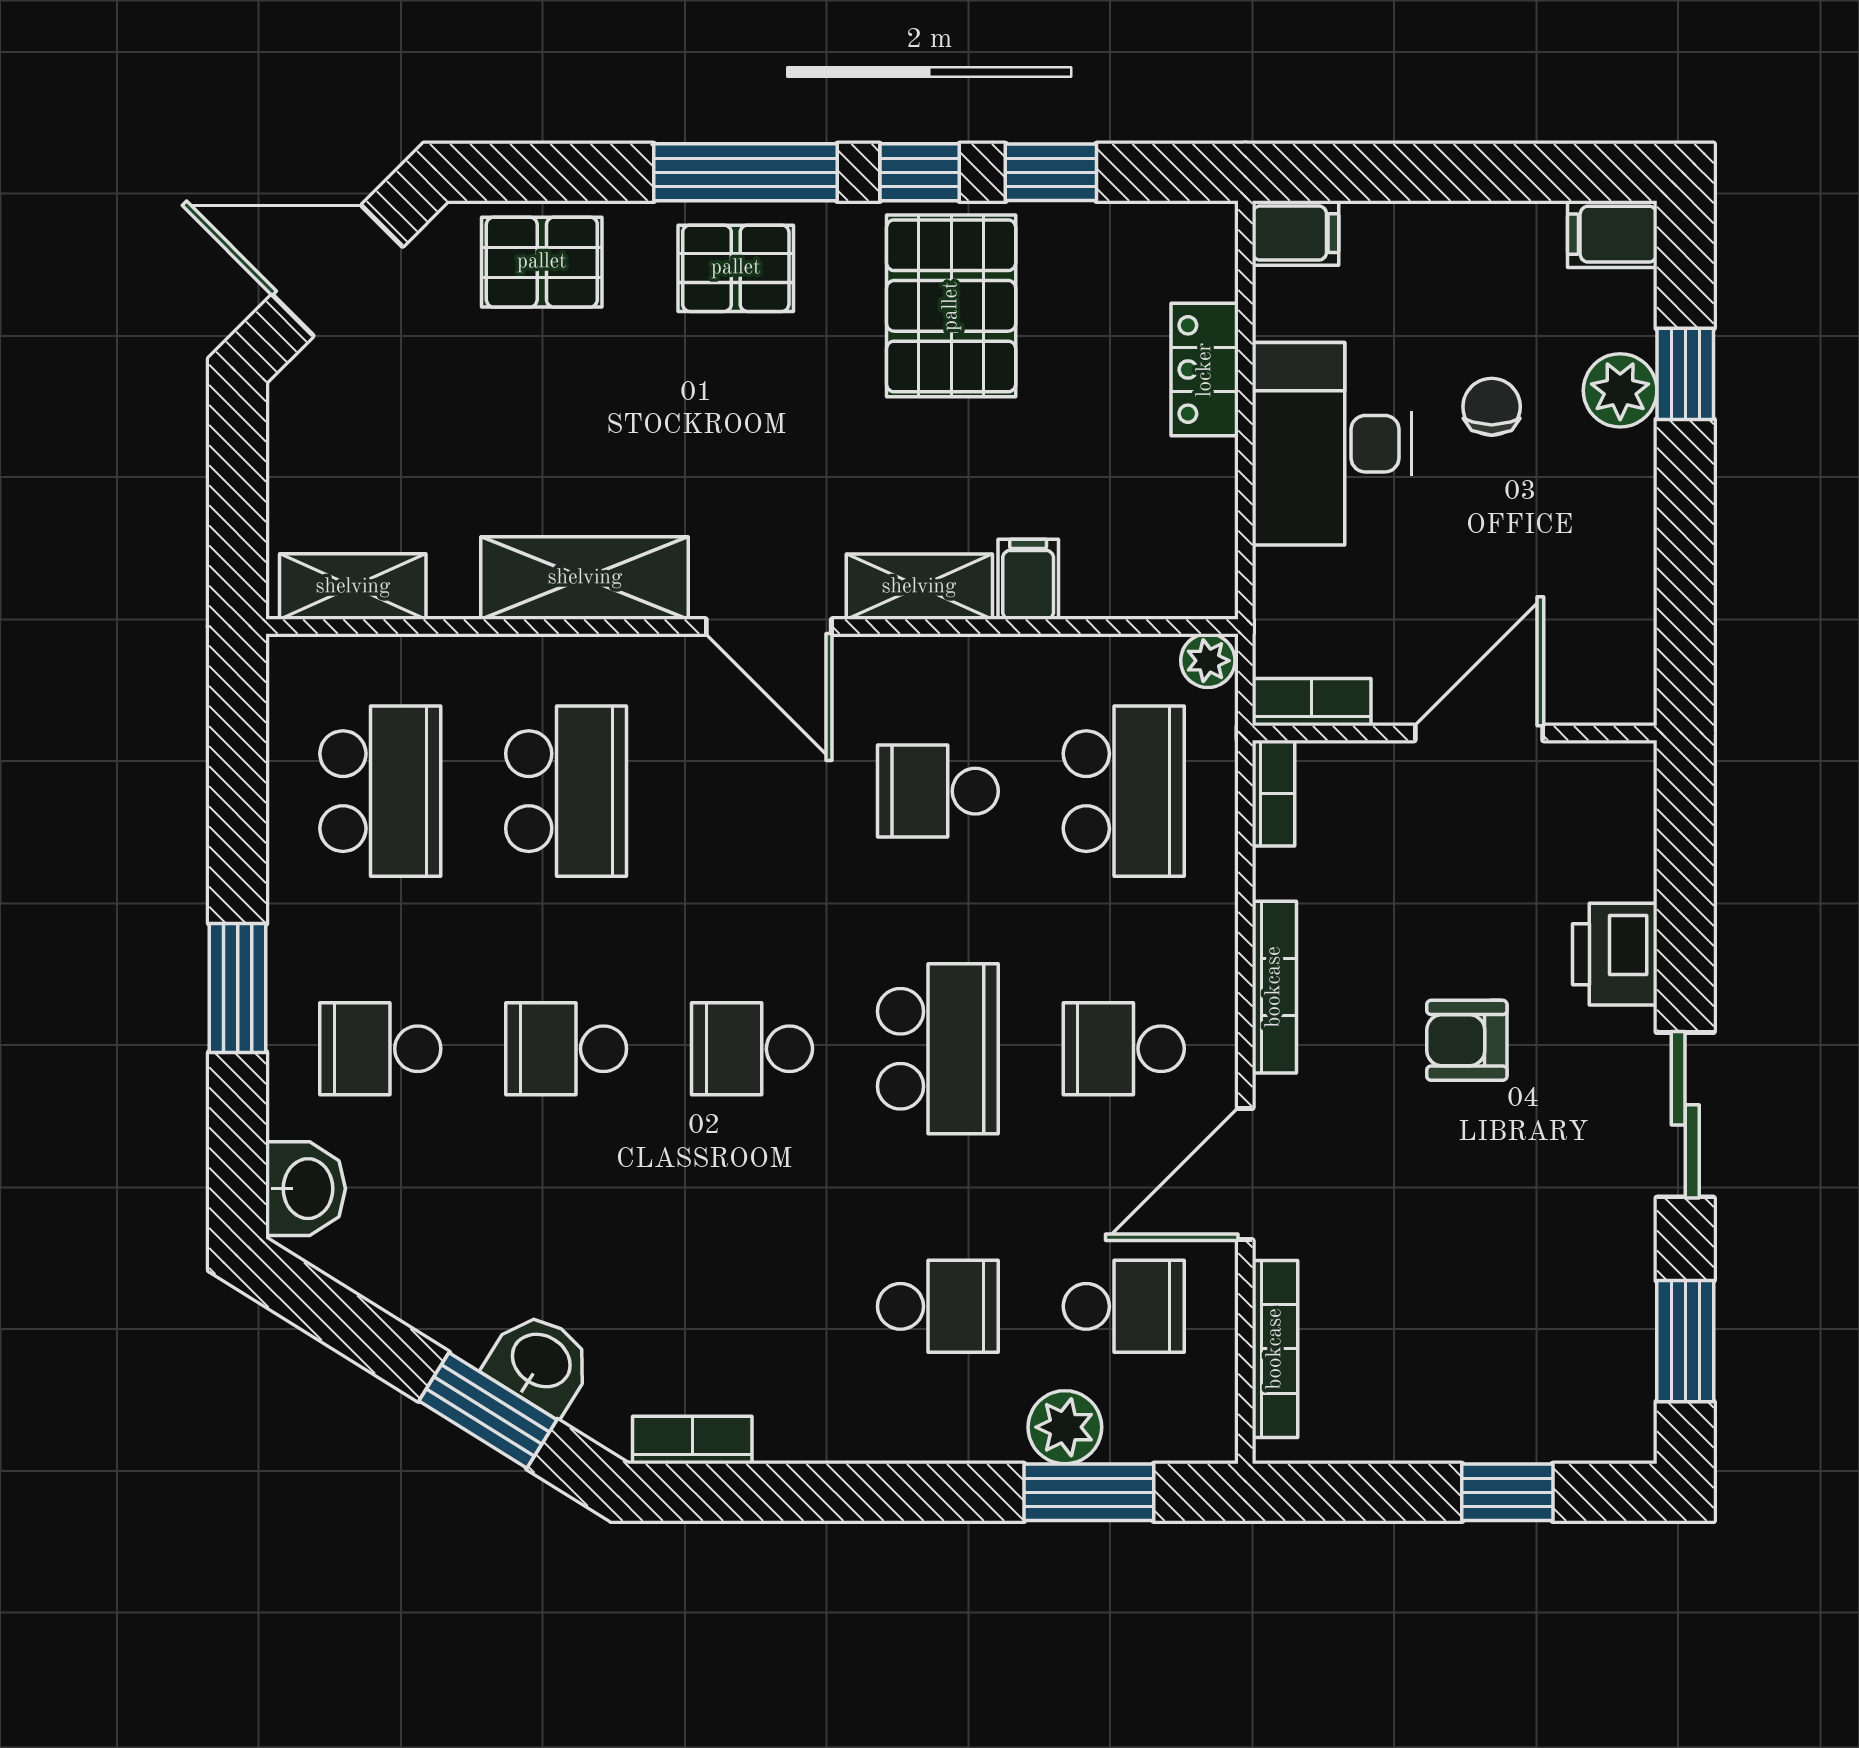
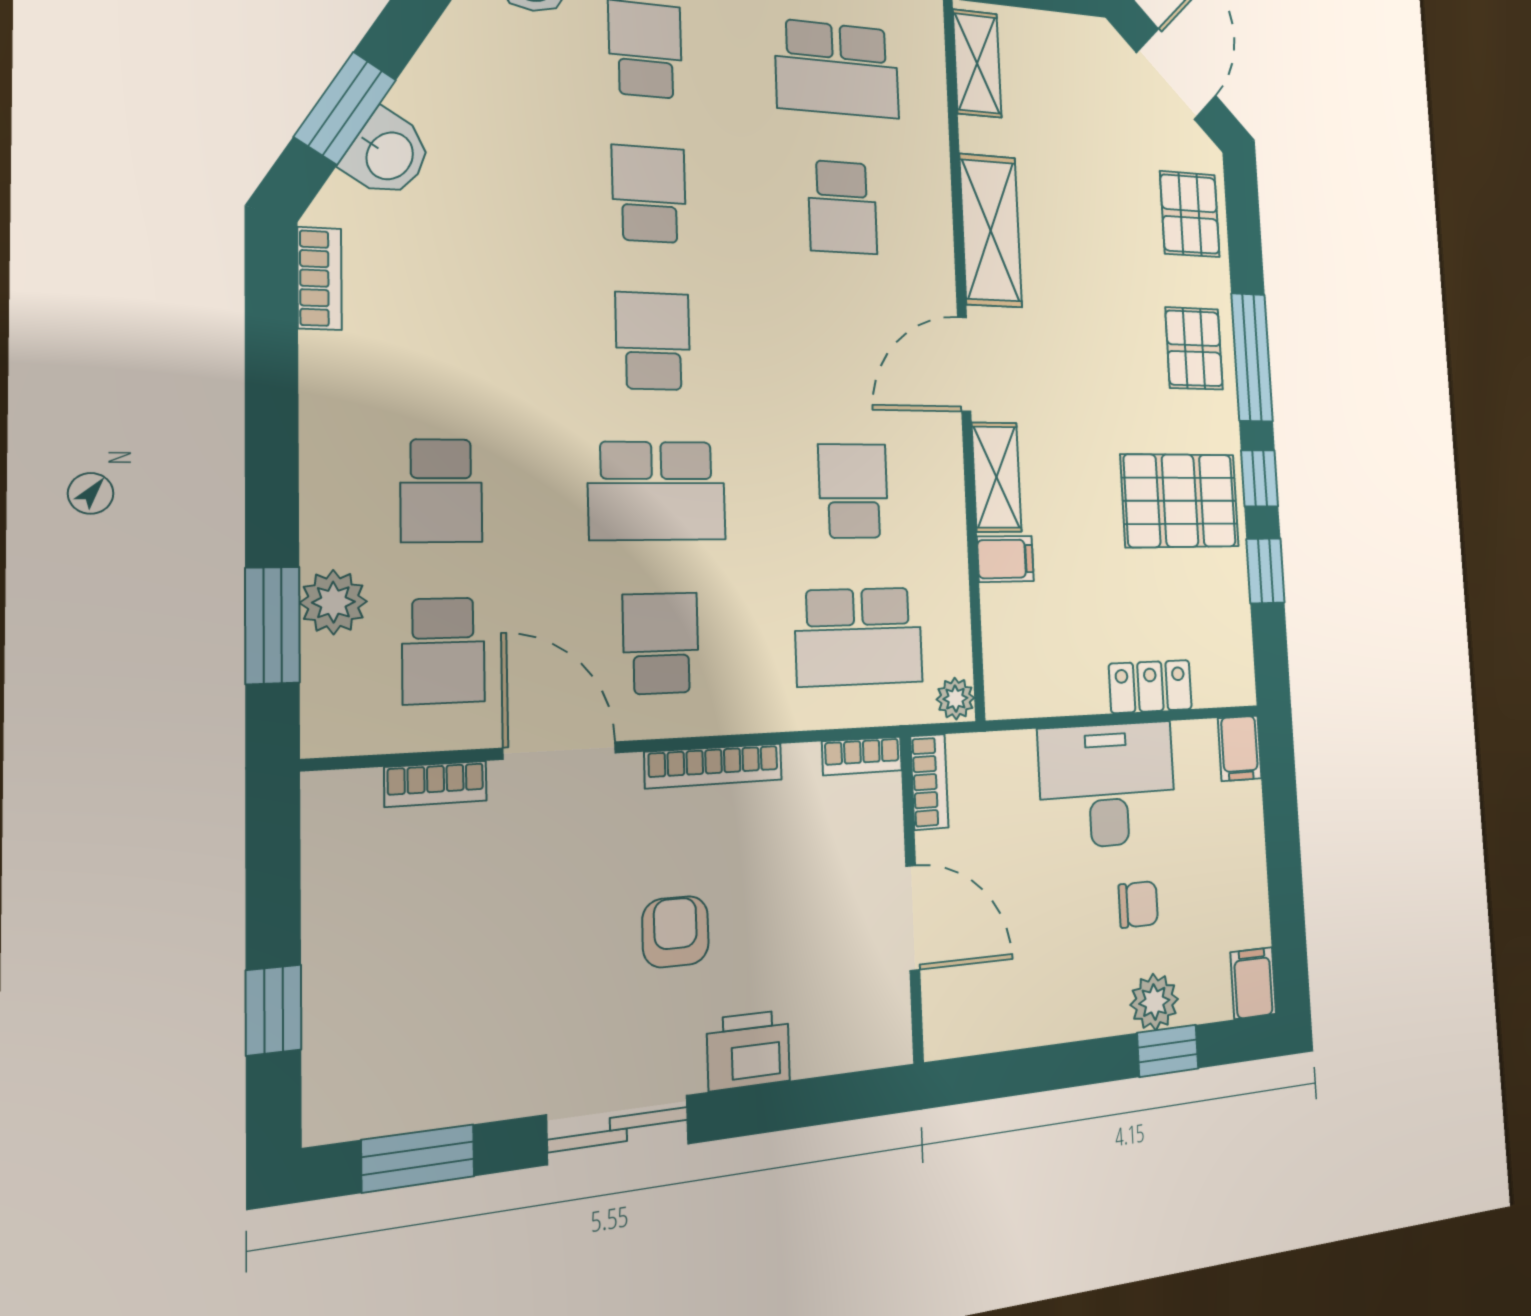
school desk: (566, 791) -> (843, 207), width x0.54
bookcase: (1275, 1349) -> (436, 784), width x0.64

